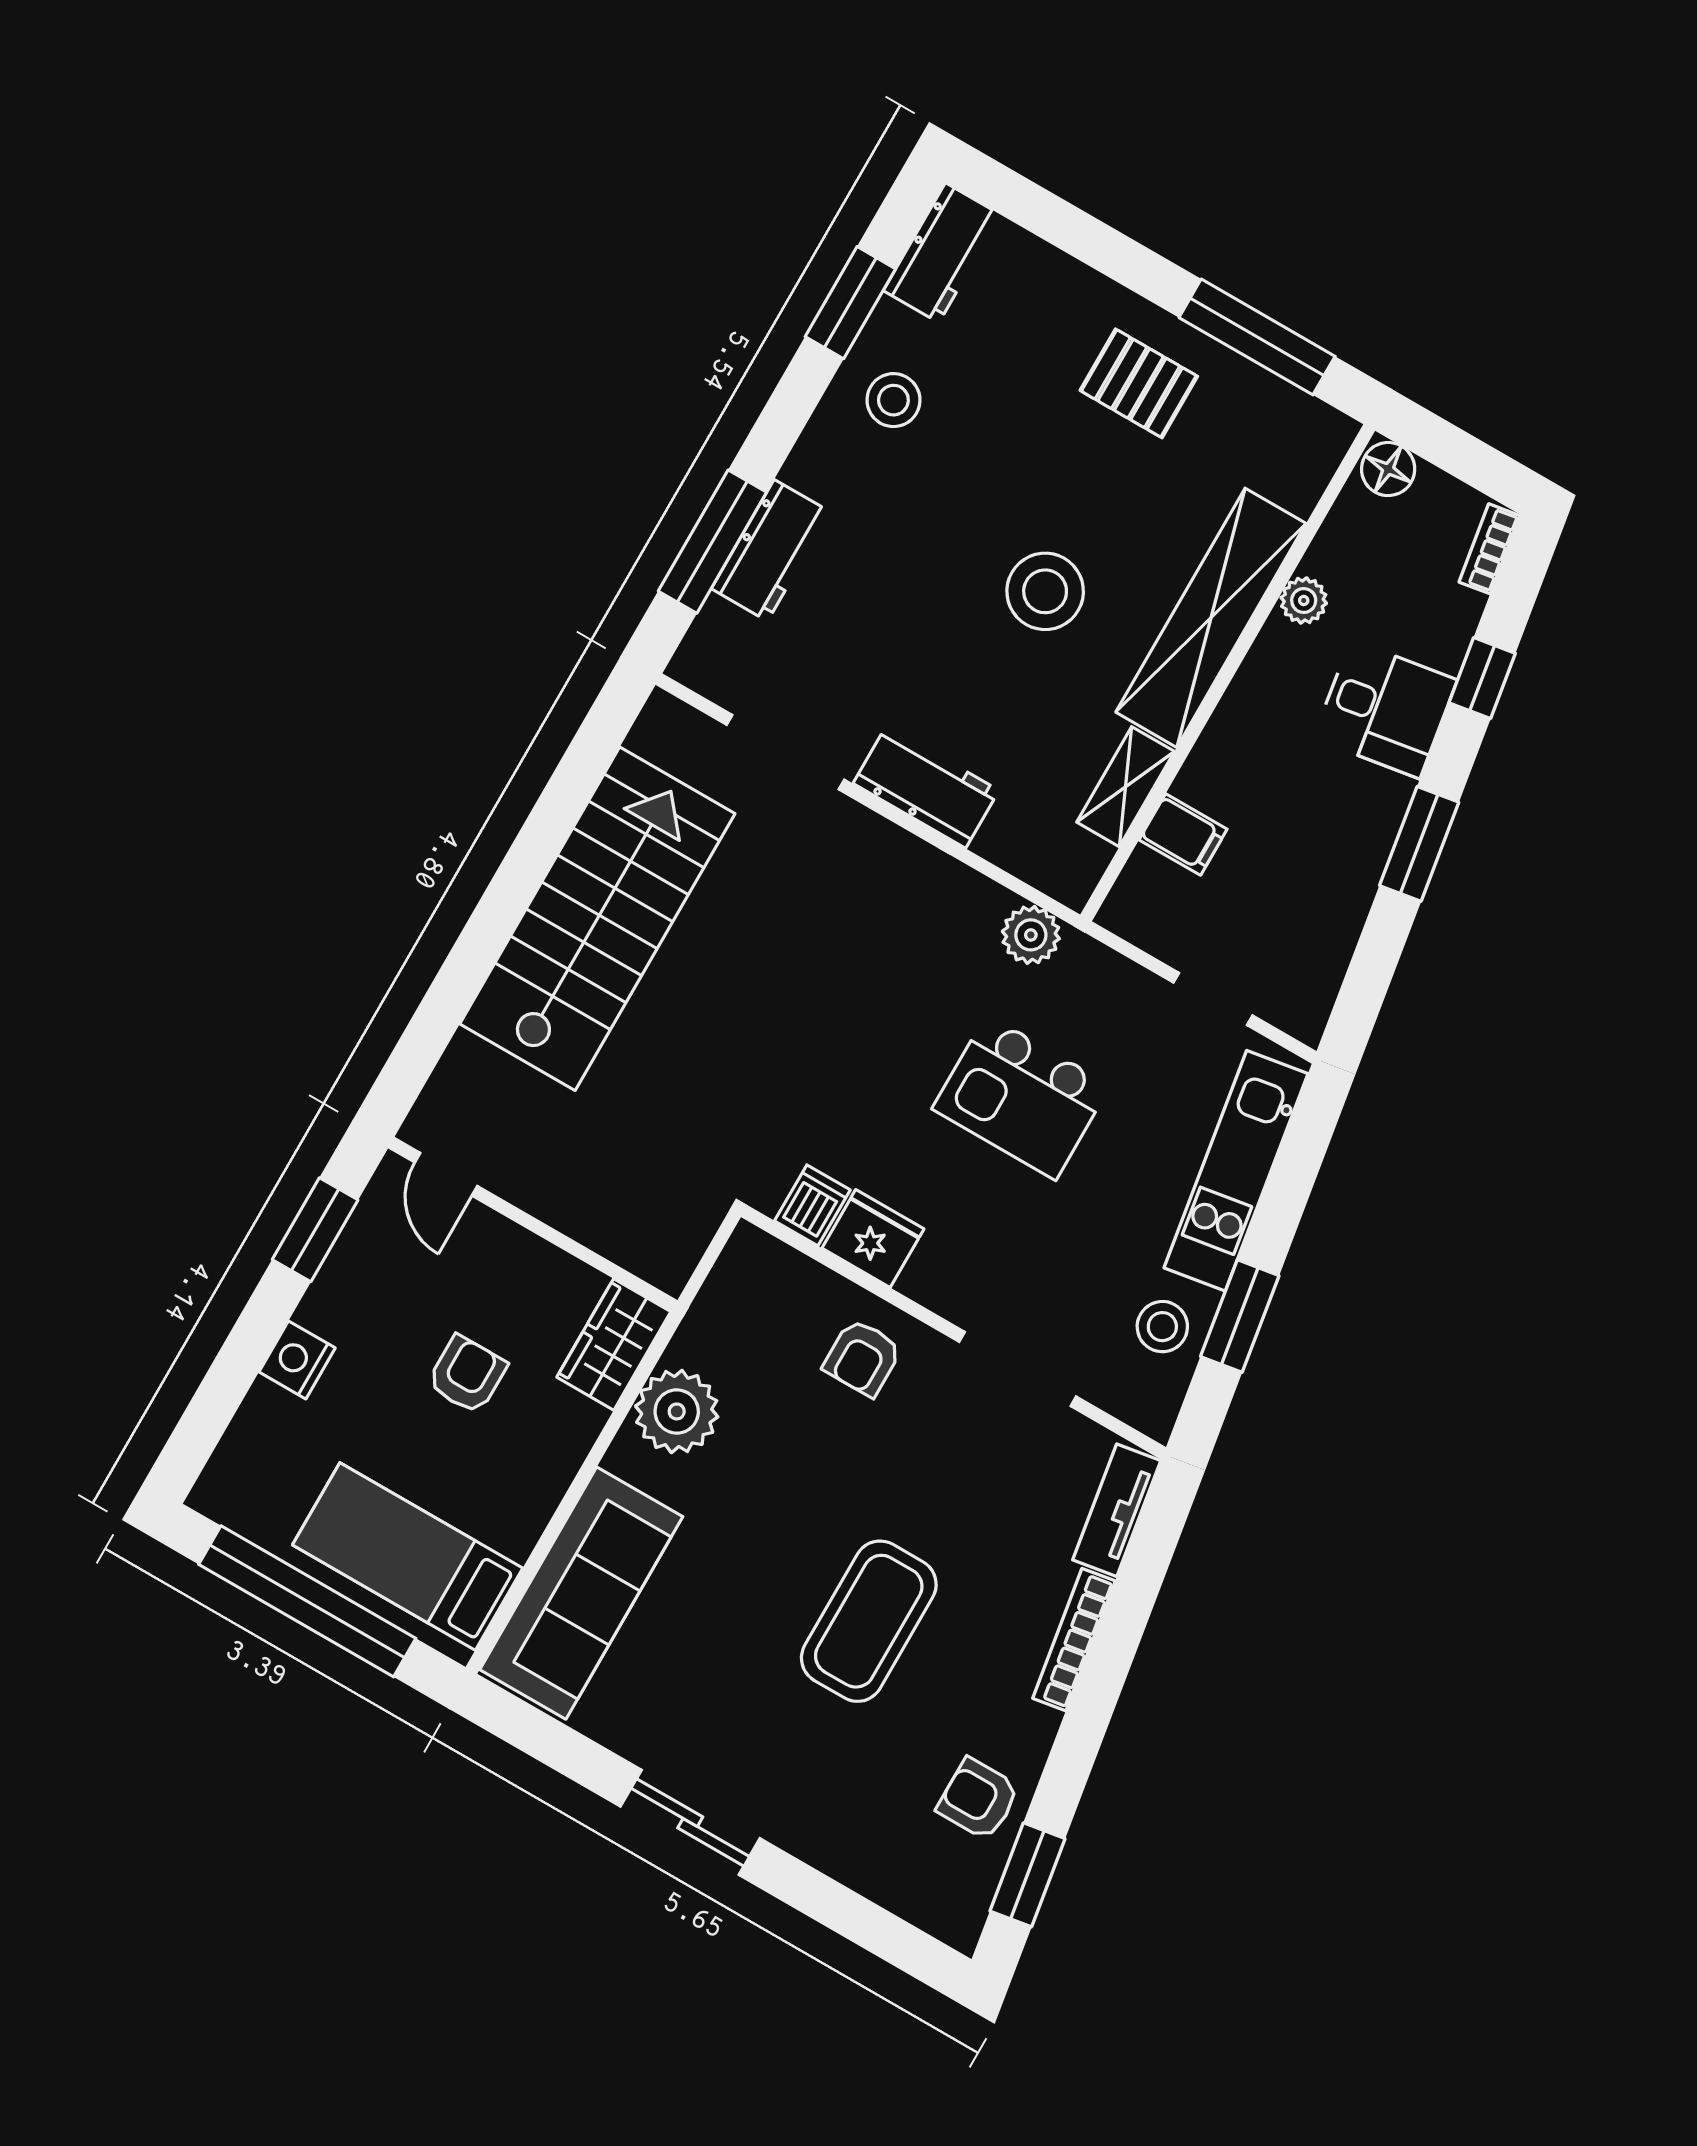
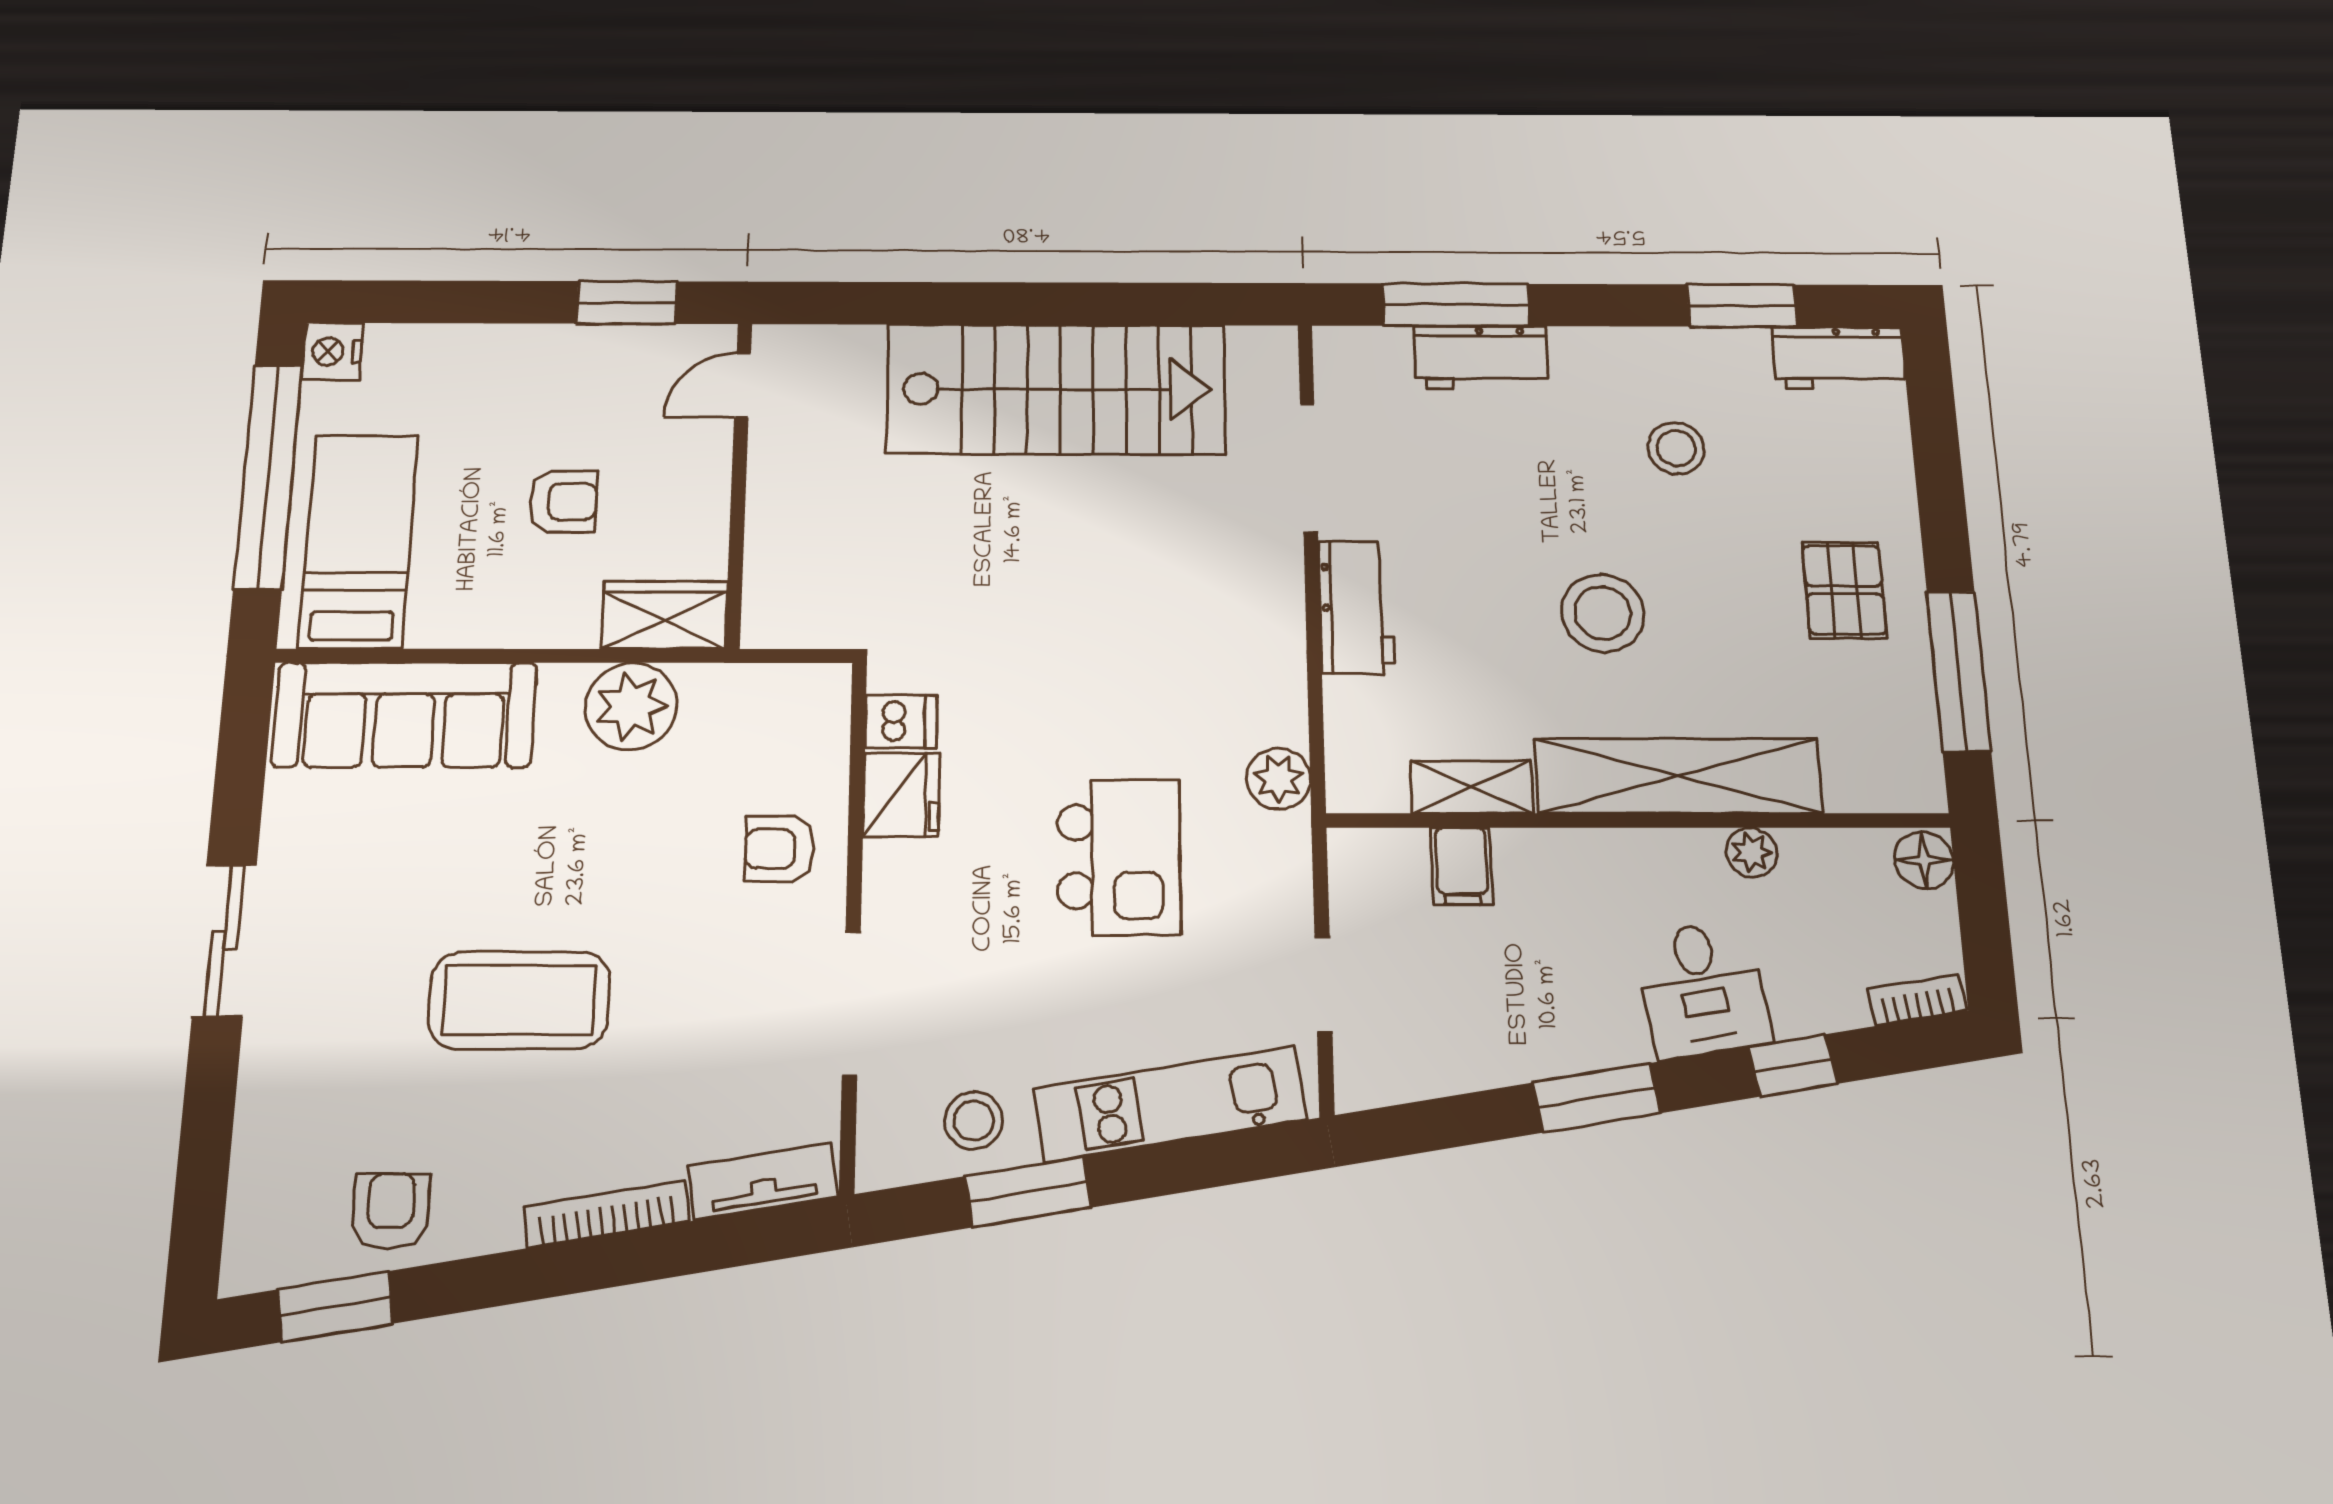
stool: (893, 400) -> (1676, 448), moved
kitchen island: (1021, 1097) -> (1119, 857), turned 180
nightstand: (297, 1360) -> (332, 351), moved, turned -90

